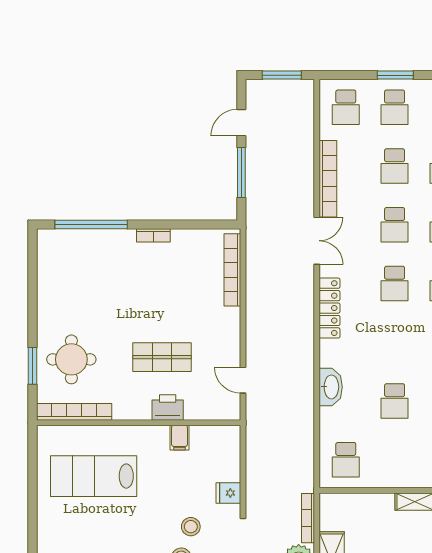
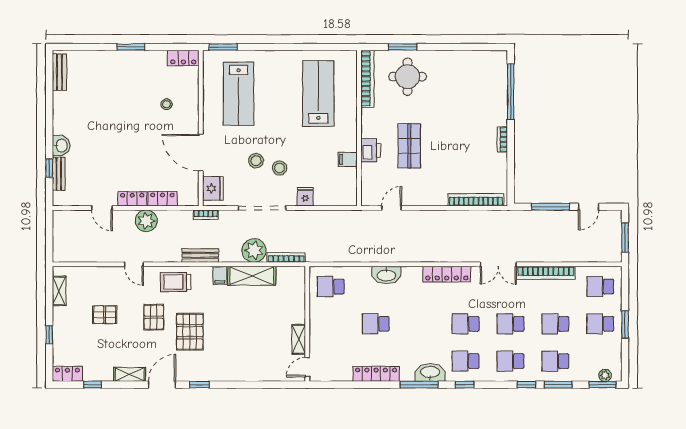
door: (241, 123) -> (589, 207), swing flipped

